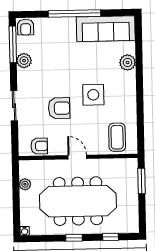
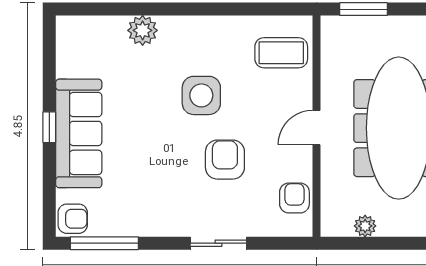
window: (75, 13) -> (49, 127), width x0.32
sofa: (106, 29) -> (79, 133), moved
plant: (24, 61) -> (135, 223), removed

